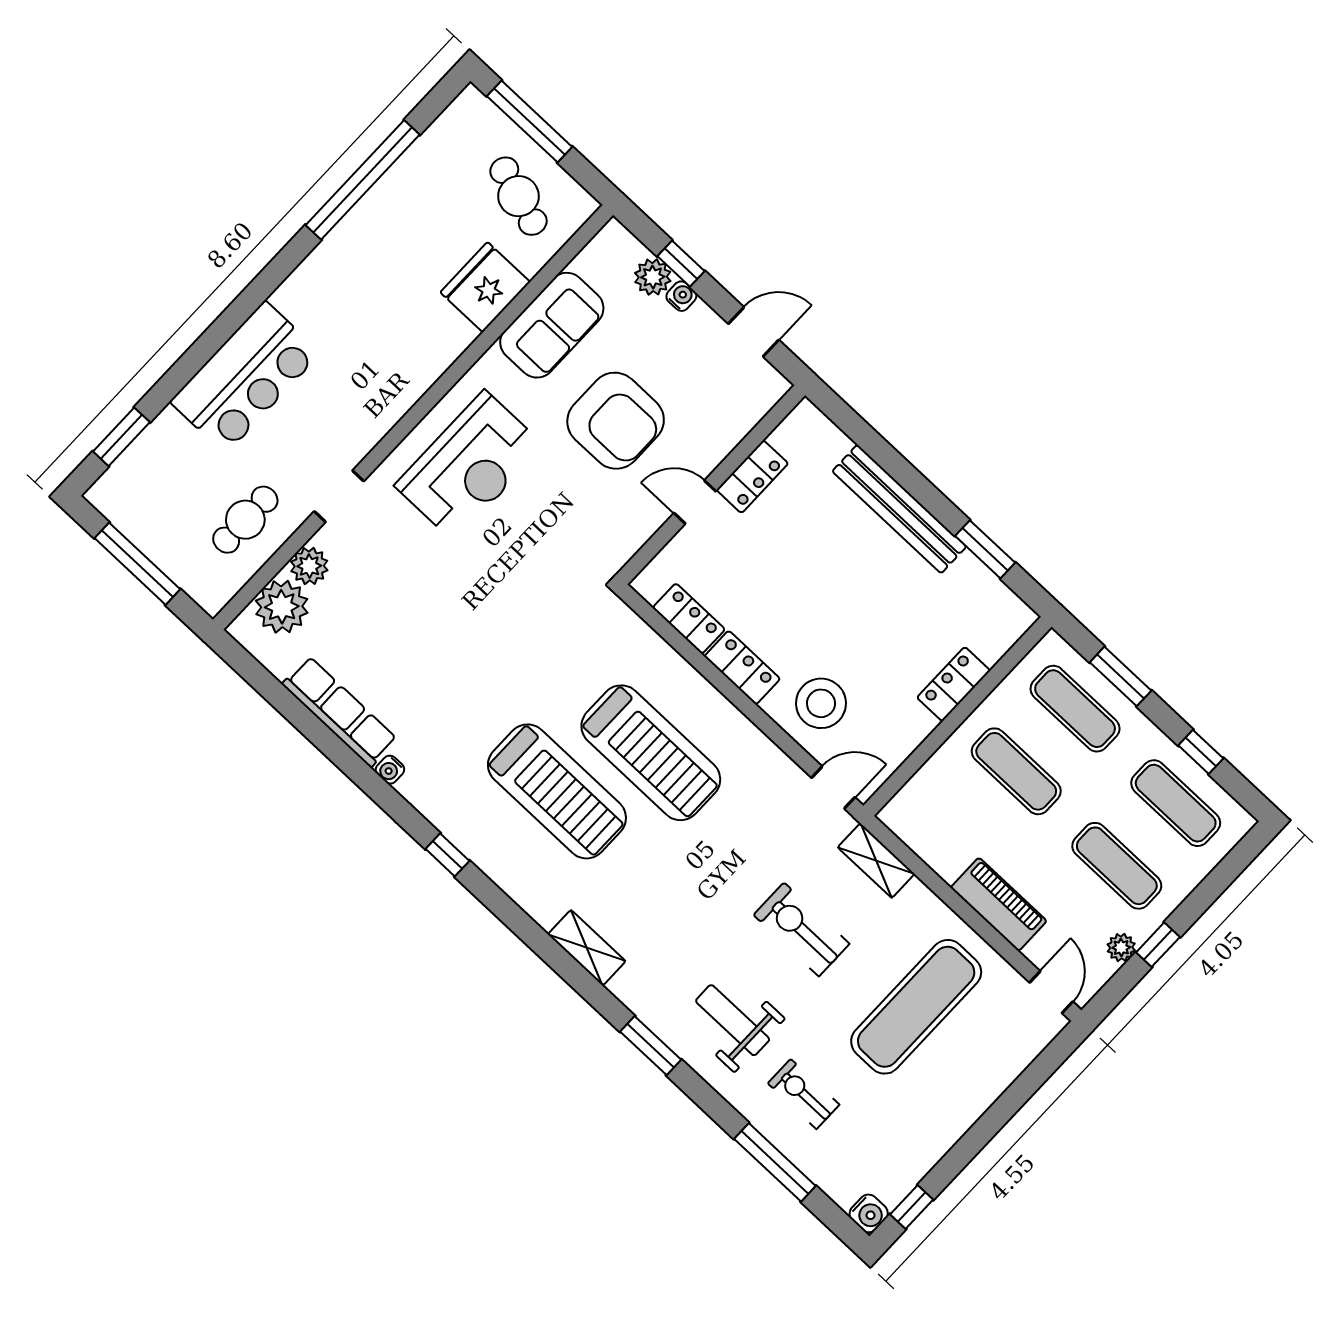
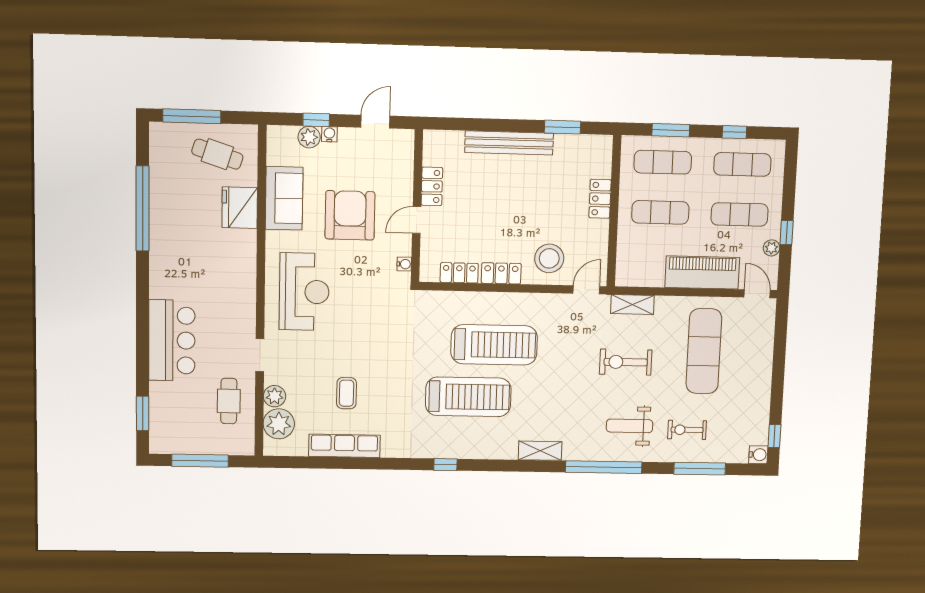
armchair: (616, 421) -> (350, 215), turned -90
coffee table: (405, 645) -> (346, 393), added
water cooler: (390, 770) -> (404, 264), moved, turned -90
piano: (999, 904) -> (702, 272), width x1.37, depth x1.33
window: (651, 1046) -> (604, 467), width x2.11

